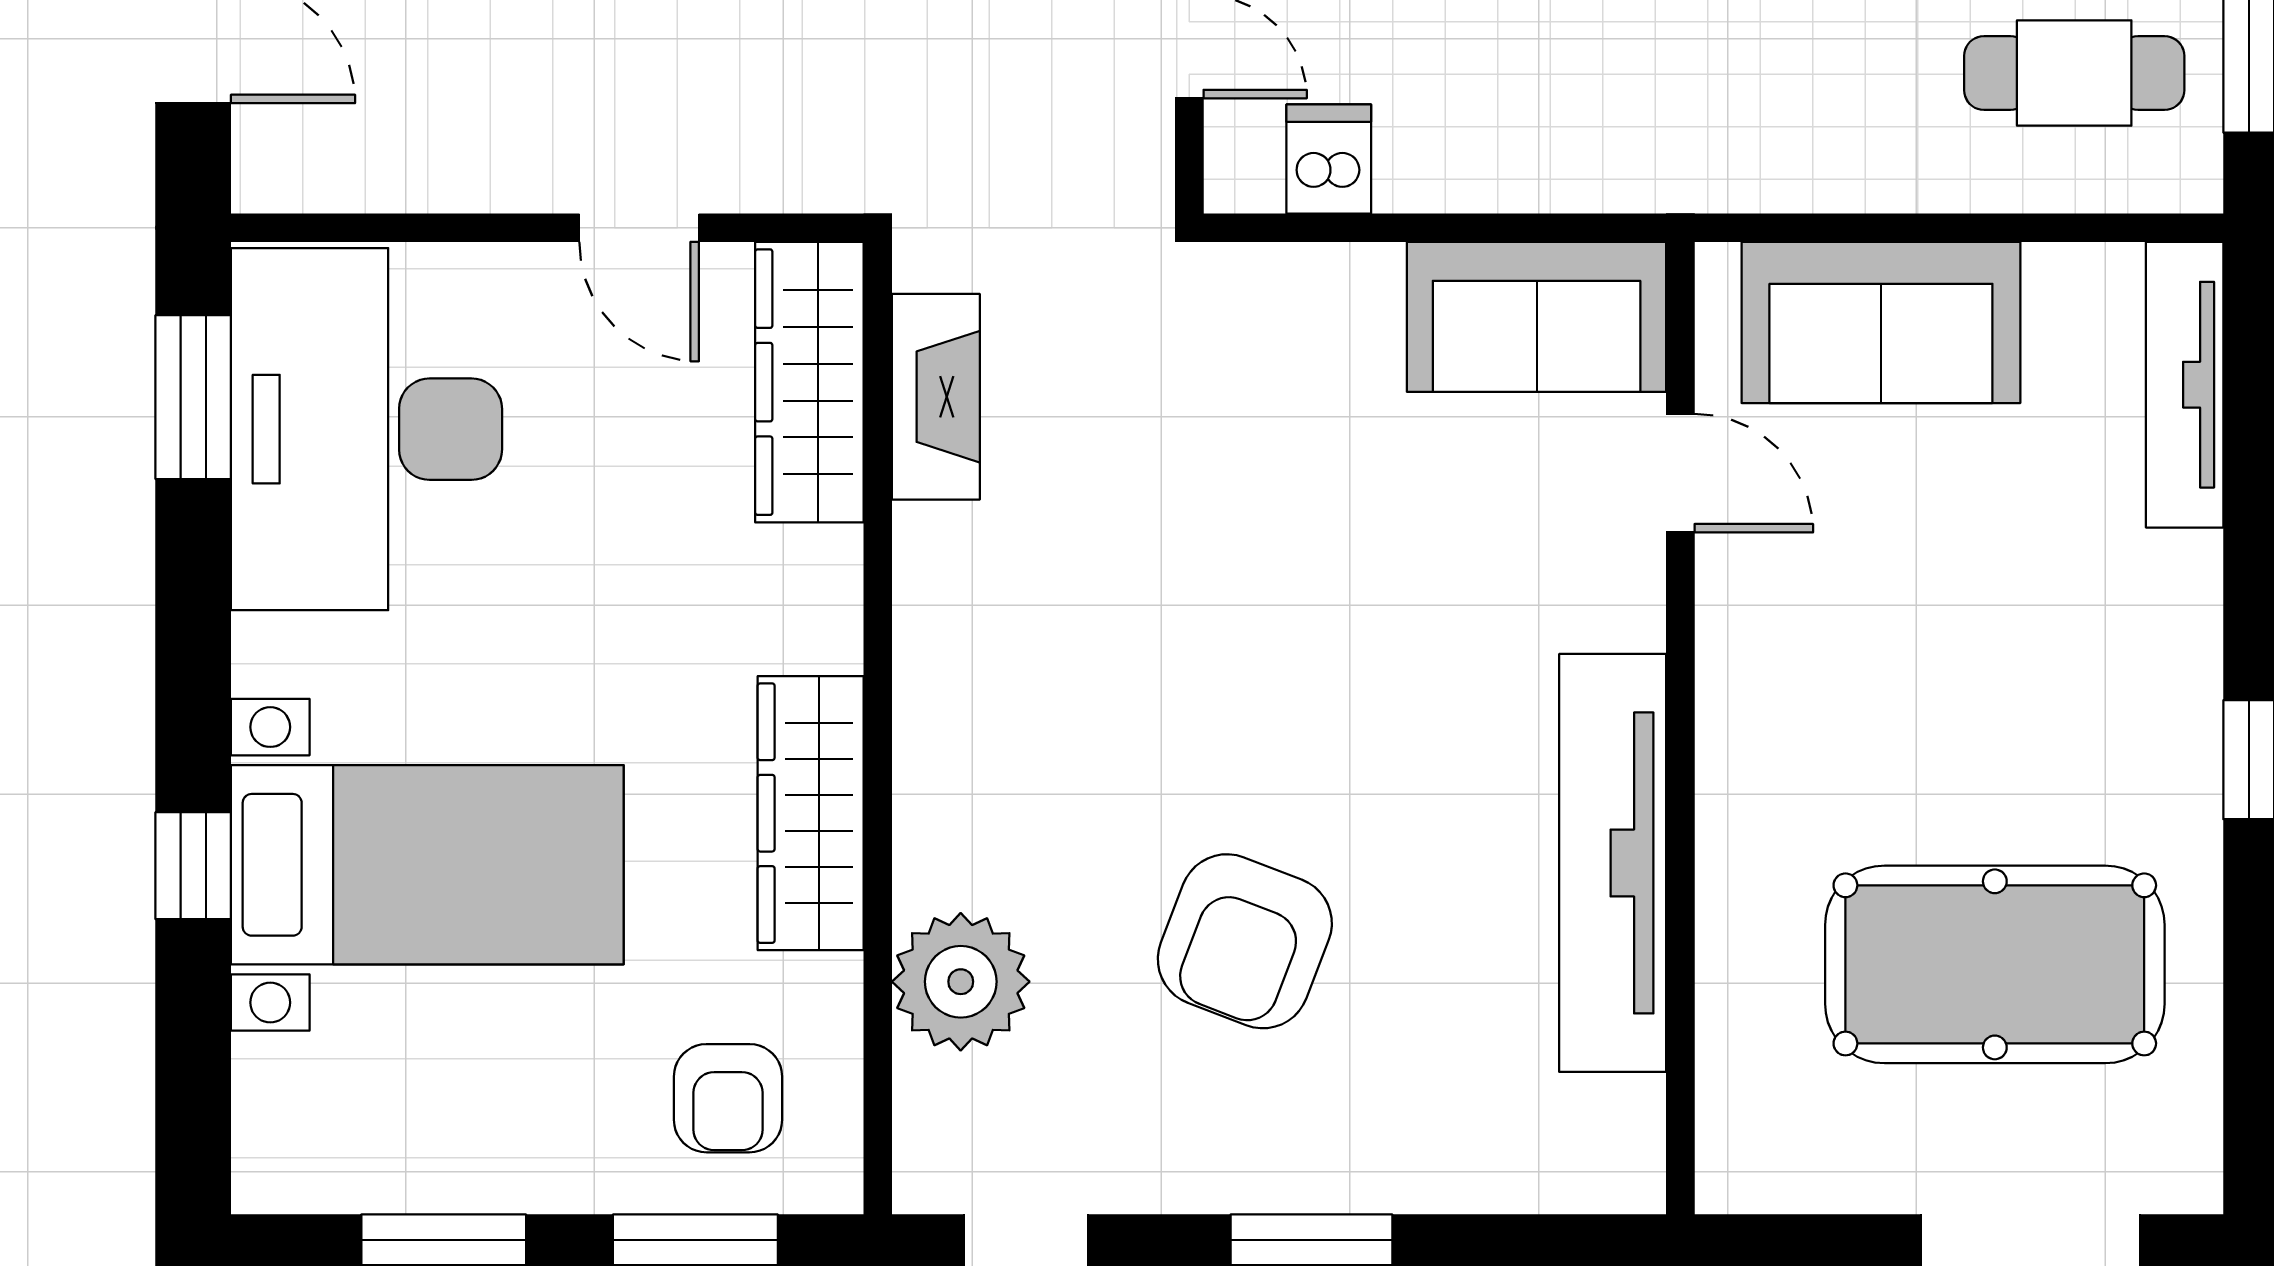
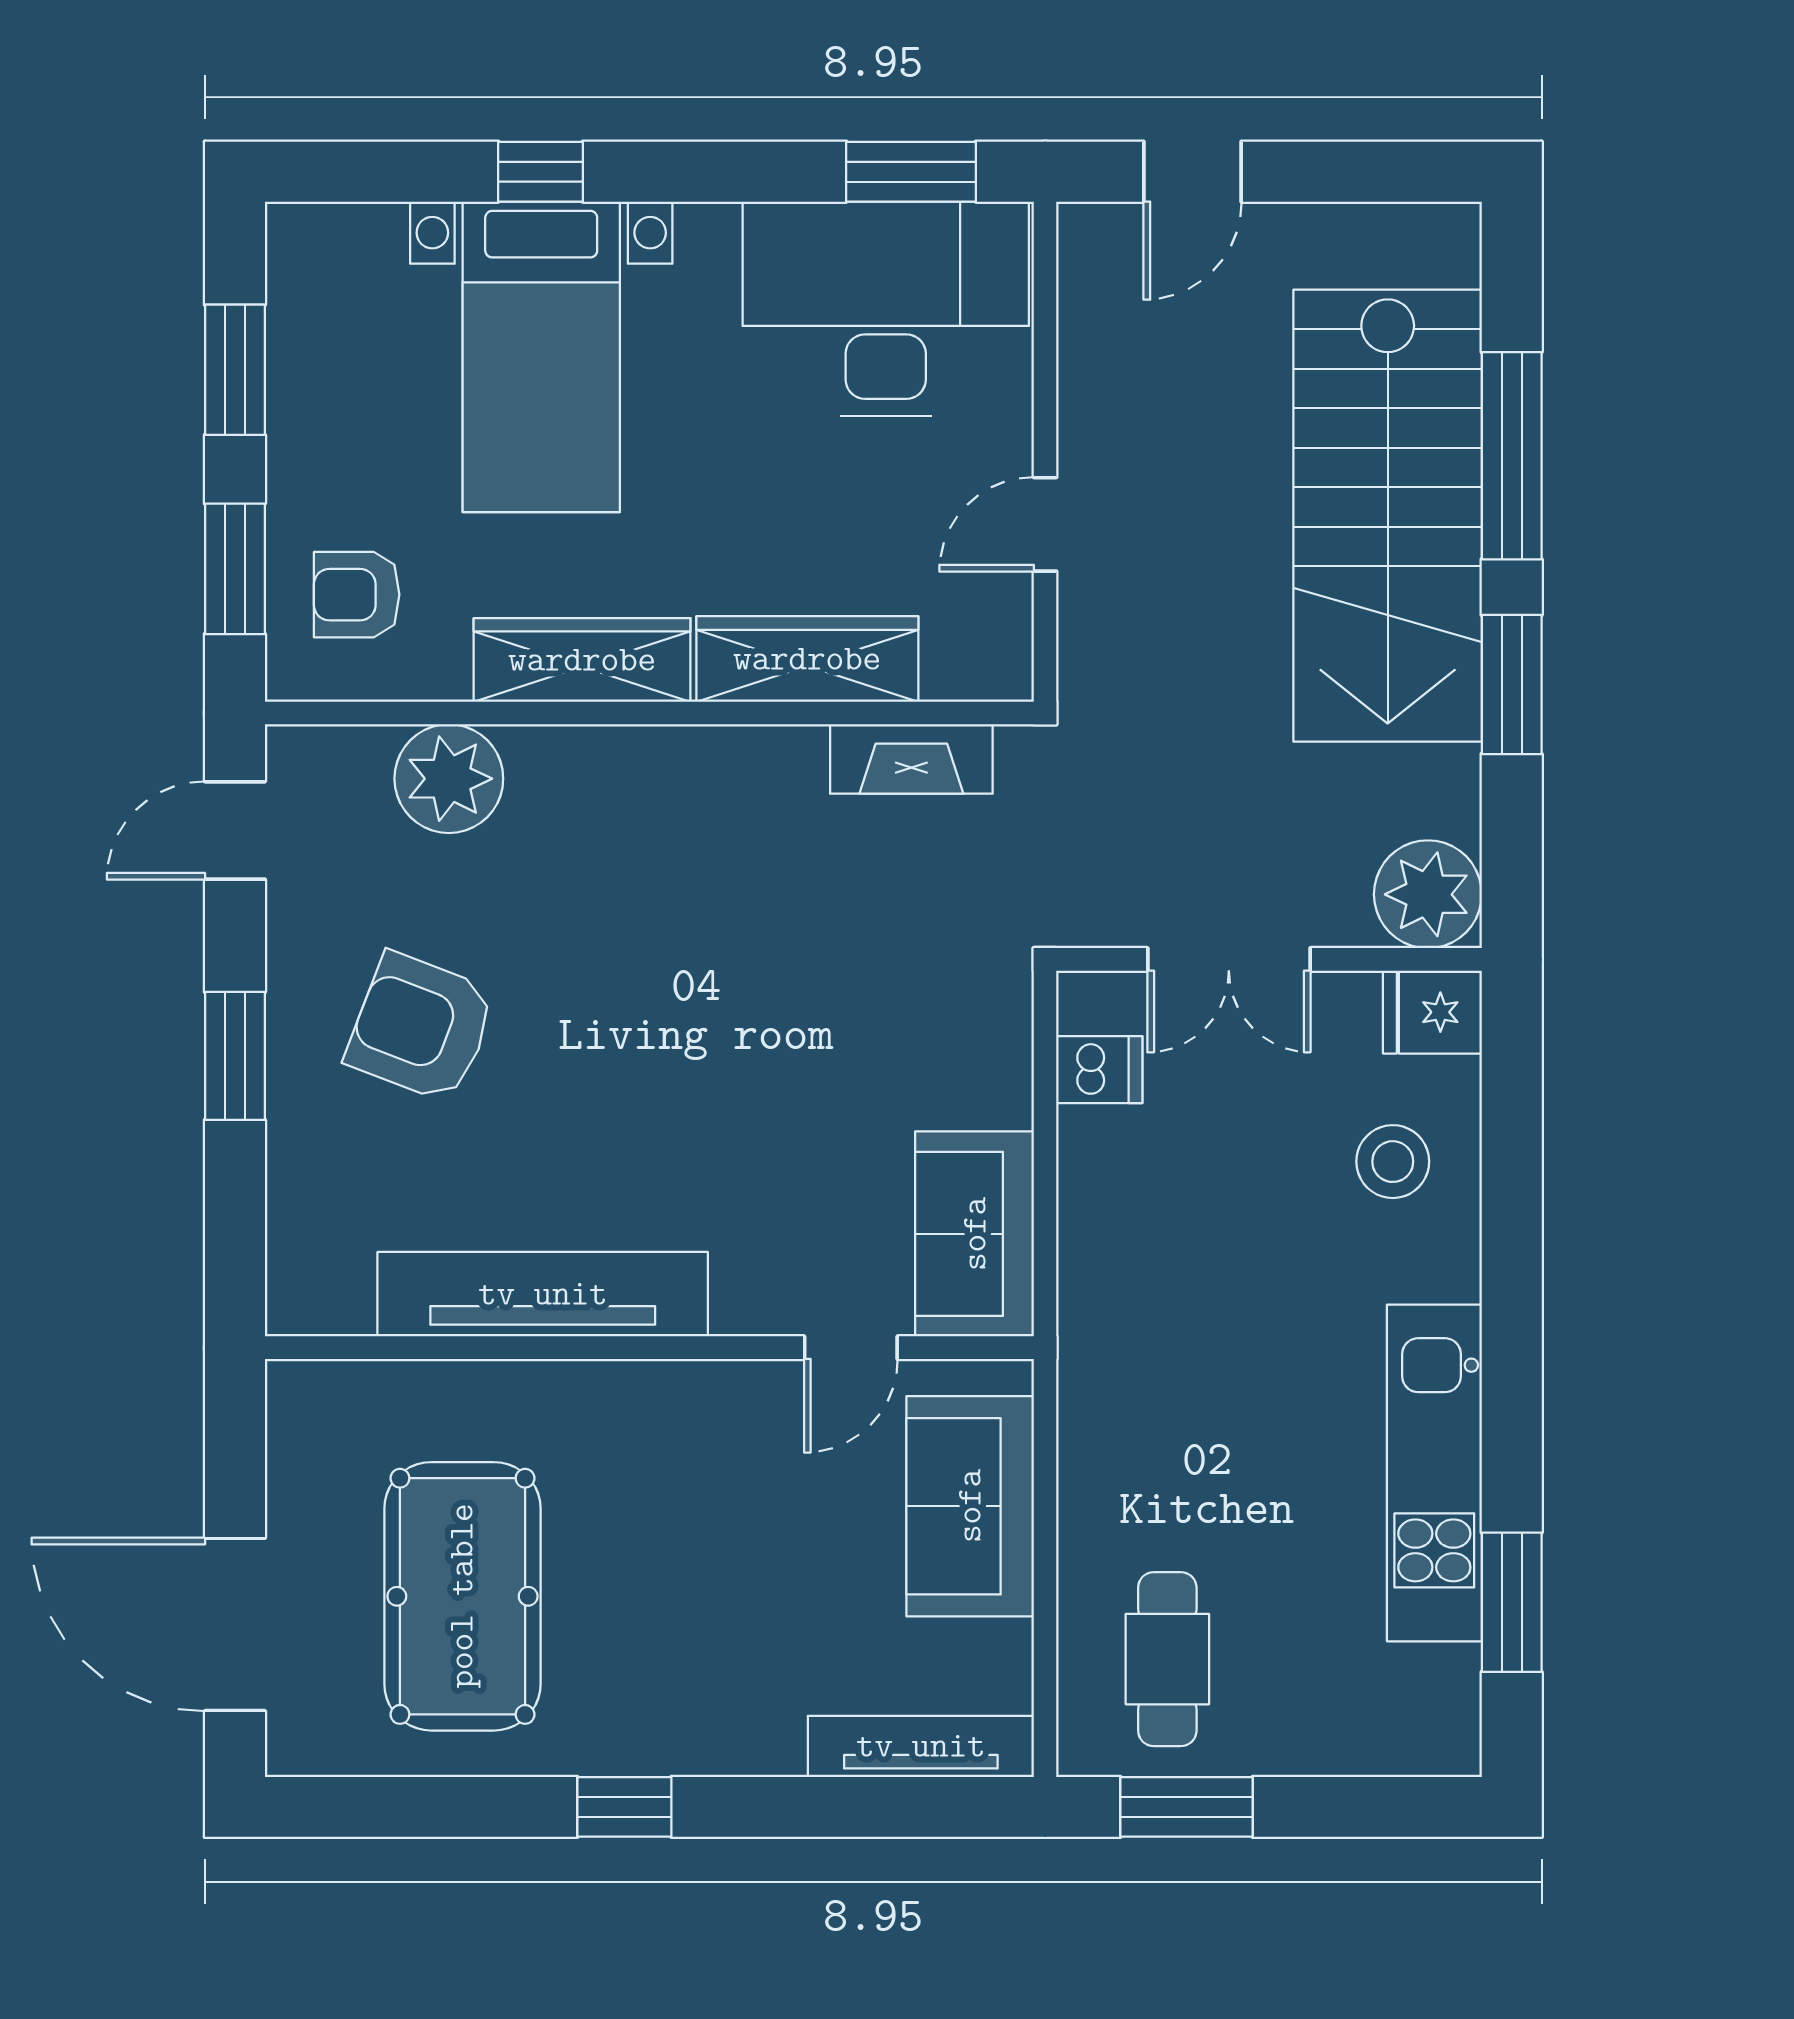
wardrobe: (809, 382) -> (807, 659), moved
armchair: (1245, 941) -> (421, 1027), moved

